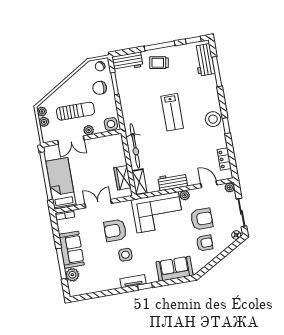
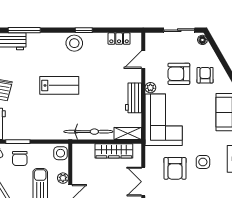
wardrobe: (122, 178) -> (114, 151), width x1.50
plant: (230, 187) -> (150, 38), removed
armchair: (202, 219) -> (179, 74), turned -90

